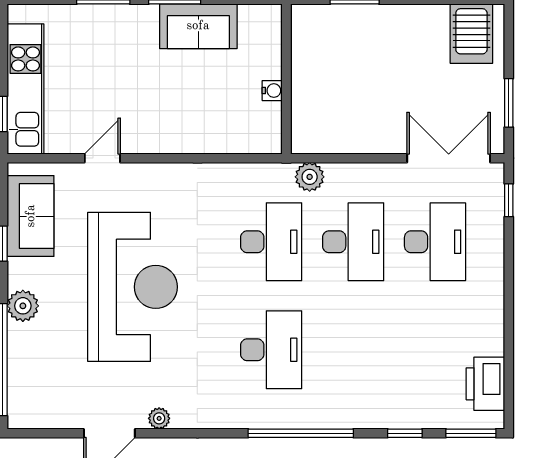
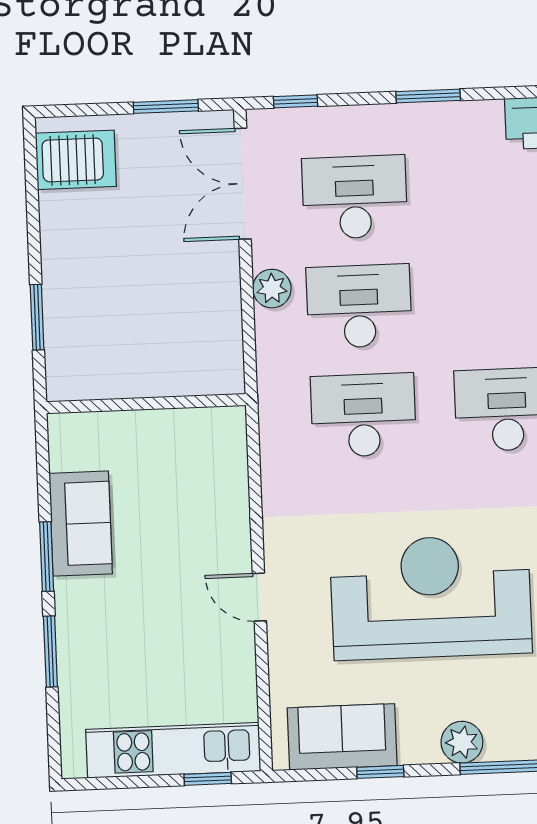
water cooler: (272, 91) -> (162, 422), removed
door: (102, 158) -> (259, 597), moved
plant: (310, 177) -> (272, 289), moved
window: (509, 300) -> (428, 96), added

